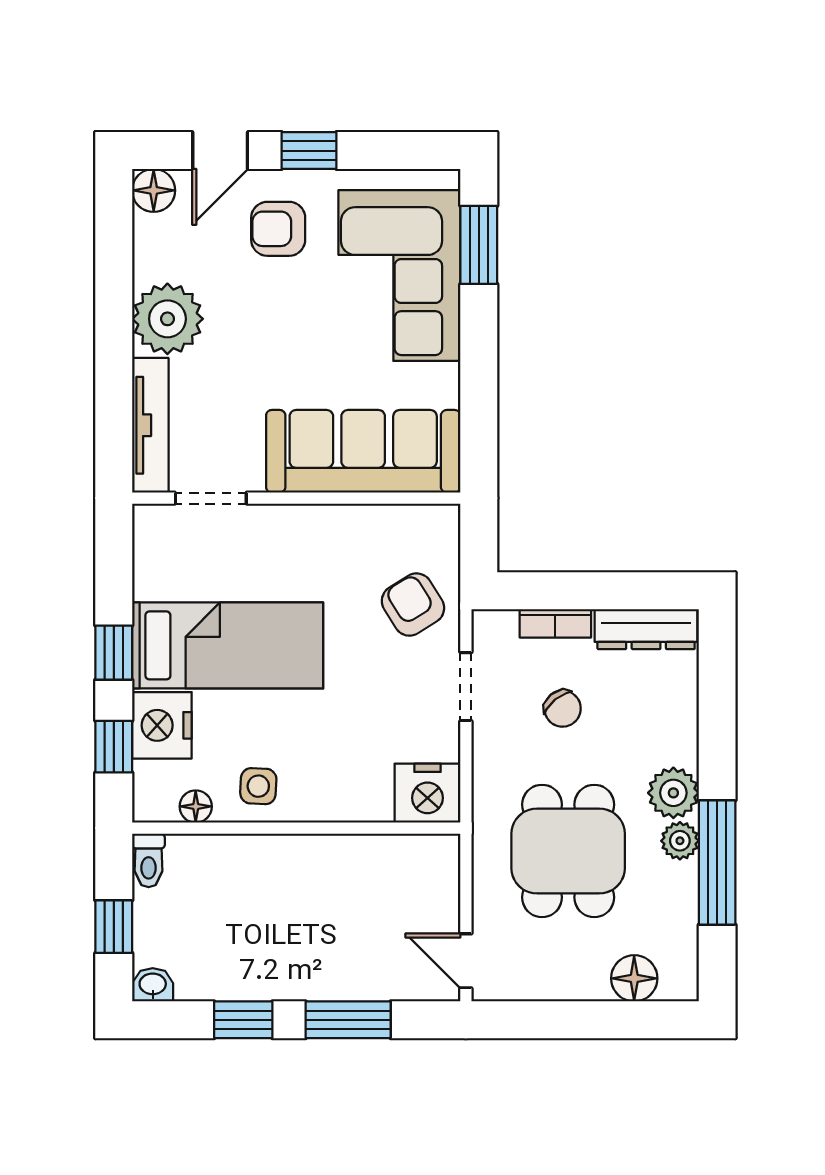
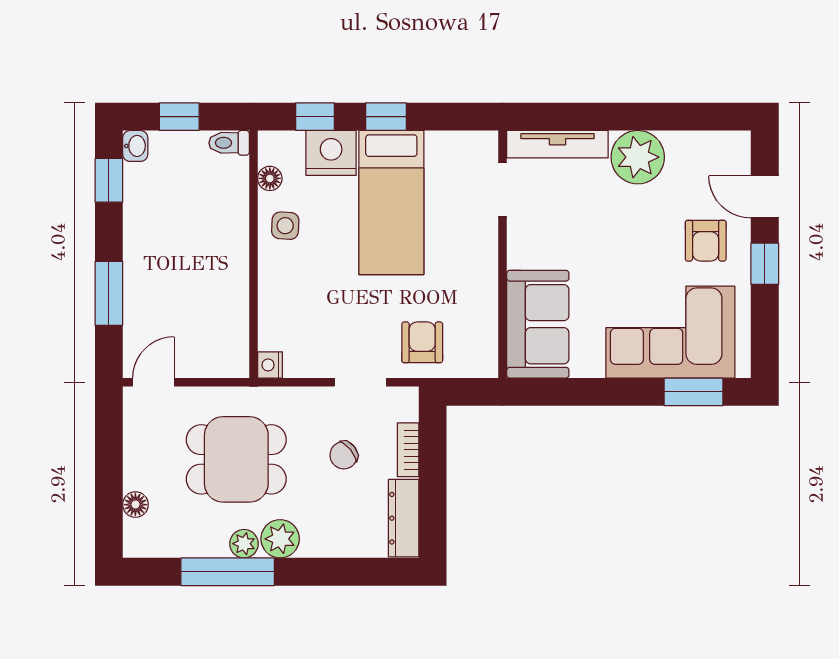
floor lamp: (154, 190) -> (735, 147), removed
armchair: (278, 229) -> (706, 241), turned 180
sofa: (363, 451) -> (538, 324), width x0.73
armchair: (413, 605) -> (422, 342), turned -58
nightstand: (427, 793) -> (270, 365), width x0.53, depth x0.56
floor lamp: (634, 978) -> (135, 505), width x0.73, depth x0.73
window: (243, 1020) -> (109, 180), moved

